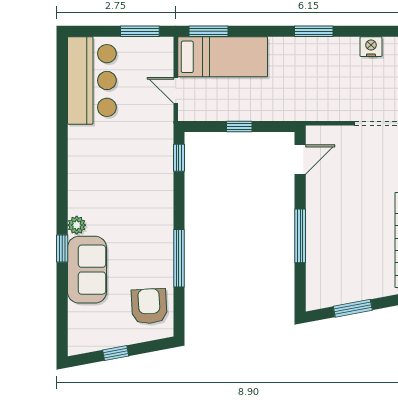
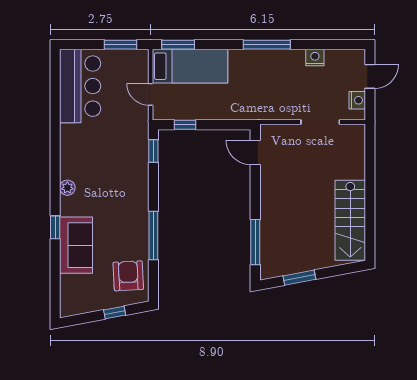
window: (314, 31) -> (267, 45), width x1.44
window: (239, 127) -> (185, 125), moved
door: (300, 160) -> (255, 153), swing flipped
plant: (77, 225) -> (67, 188), moved
window: (300, 236) -> (255, 242), moved
window: (116, 353) -> (115, 312), moved

